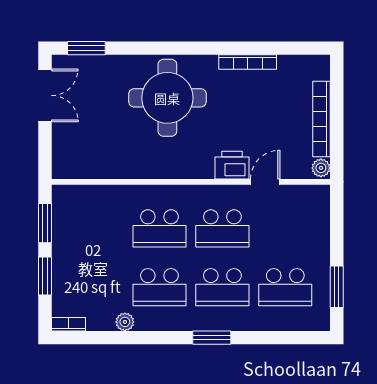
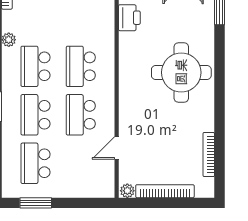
bookcase: (248, 62) -> (209, 155), moved
printer: (232, 165) -> (129, 18), moved
door: (265, 182) -> (117, 148), swing flipped

